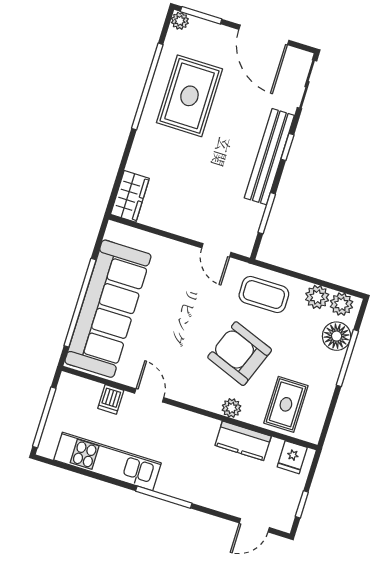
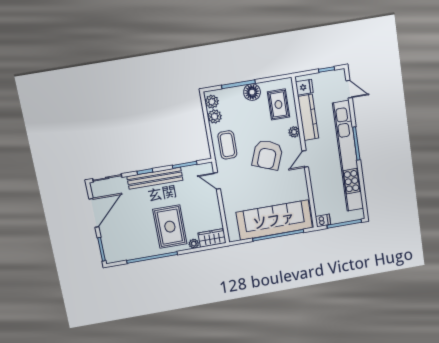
plant: (180, 21) -> (194, 244), moved
rug: (189, 96) -> (170, 227), moved, turned 90
door: (216, 250) -> (217, 181), swing flipped
floor lamp: (337, 336) -> (252, 92), moved
armchair: (240, 354) -> (267, 155), moved
door: (149, 395) -> (305, 159), moved
dishwasher: (111, 399) -> (323, 221), moved
rug: (286, 404) -> (278, 104), turned 90
kitchen counter: (243, 441) -> (308, 117), width x1.50
kitchen unit: (107, 461) -> (348, 156), width x1.86

